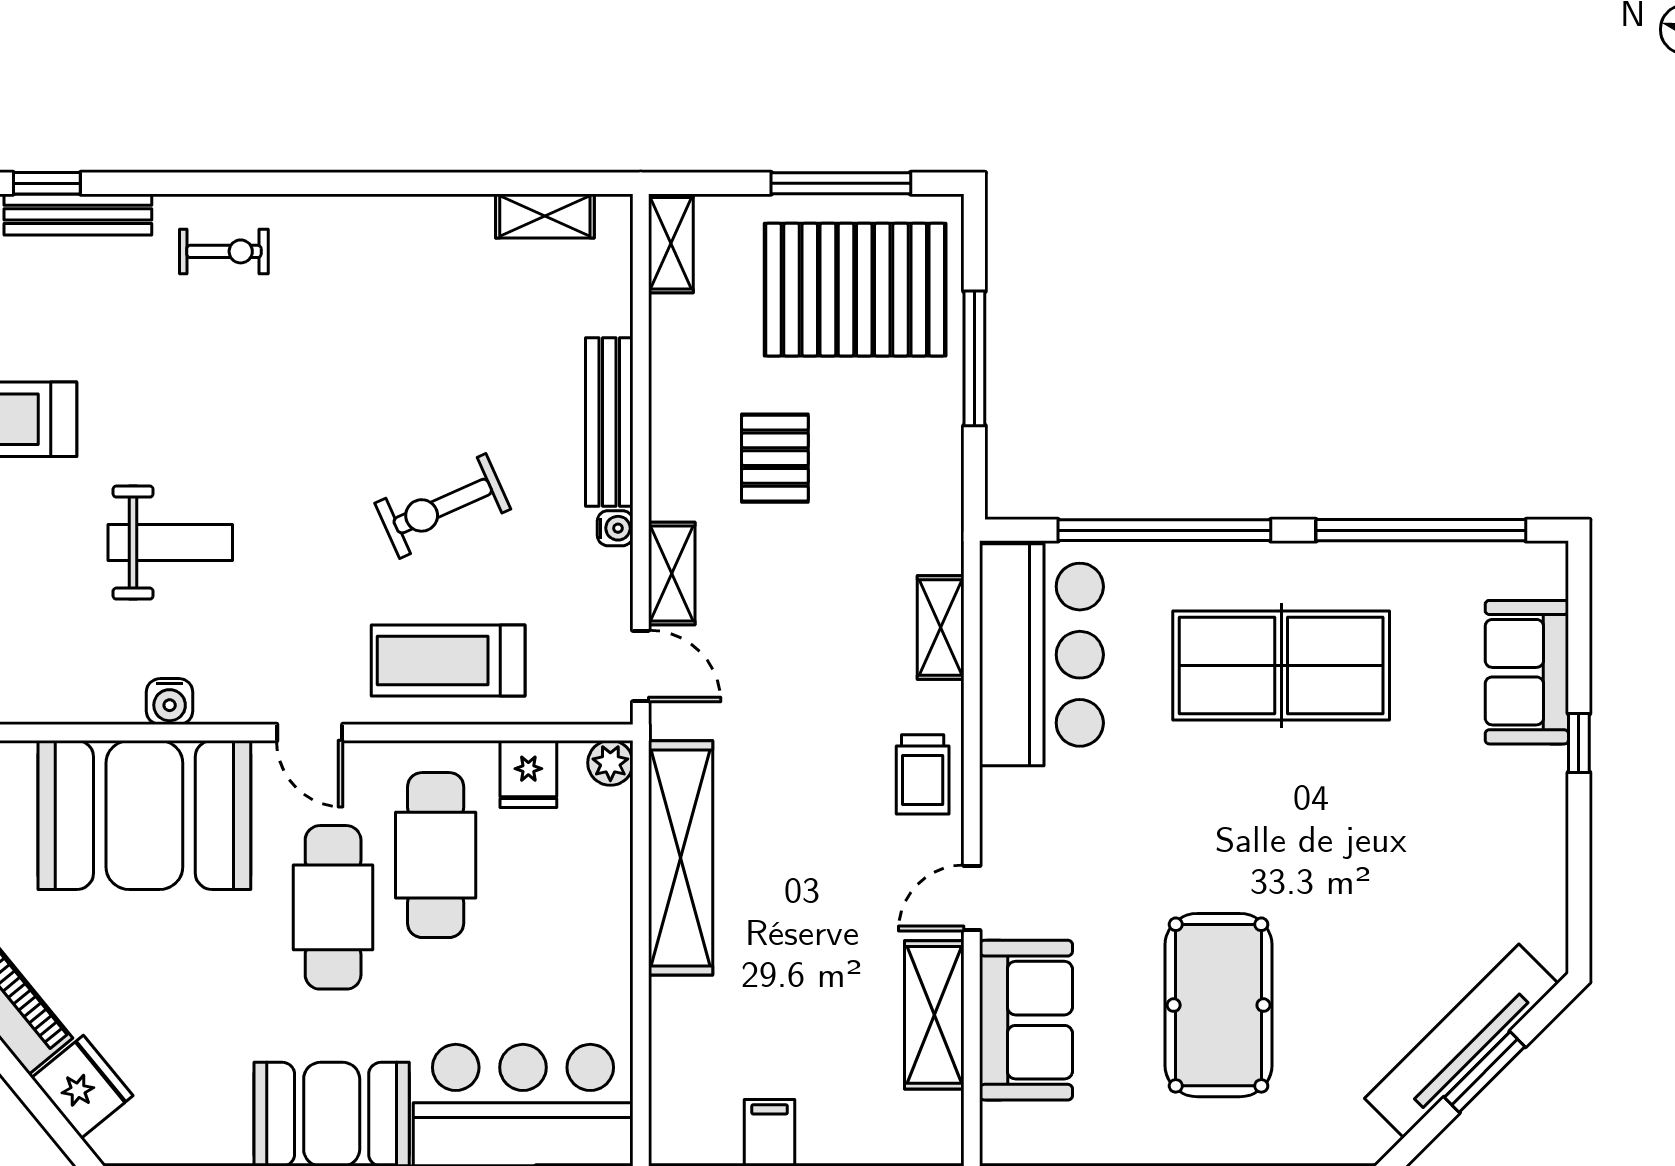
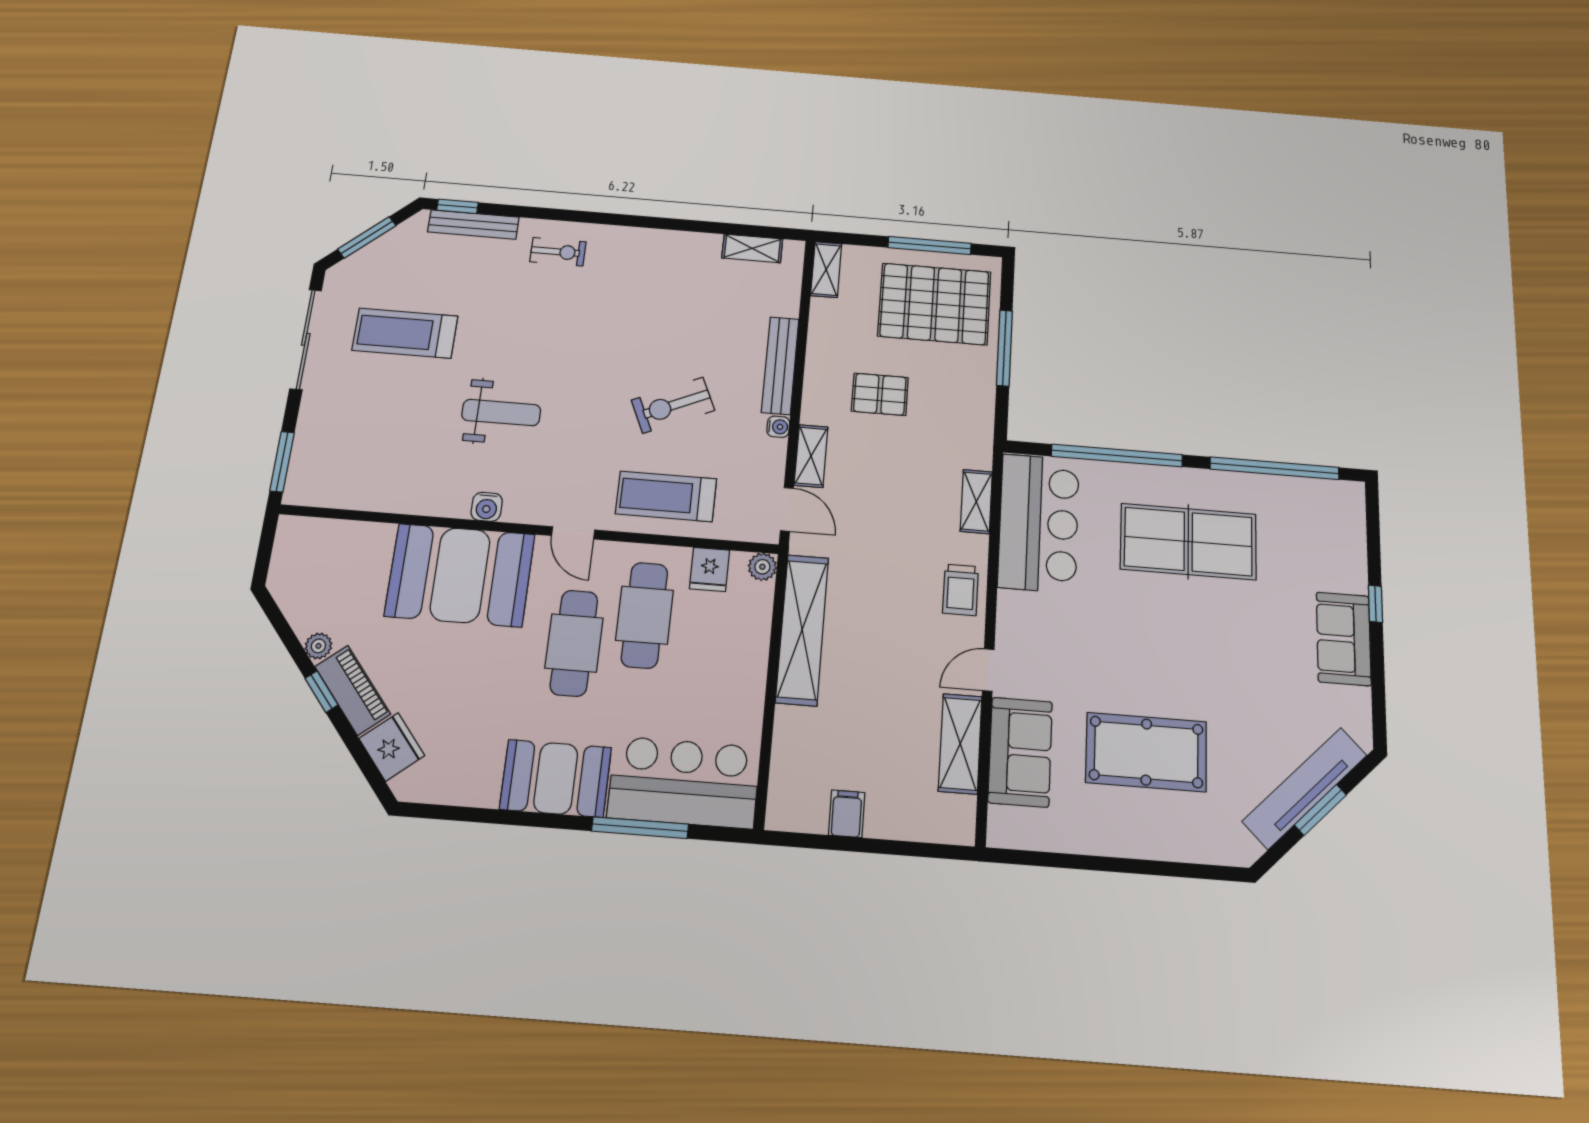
pallet: (775, 458) -> (880, 394), turned 90
sofa: (1527, 672) -> (1344, 639), moved
pool table: (1219, 1005) -> (1146, 752), turned 90

